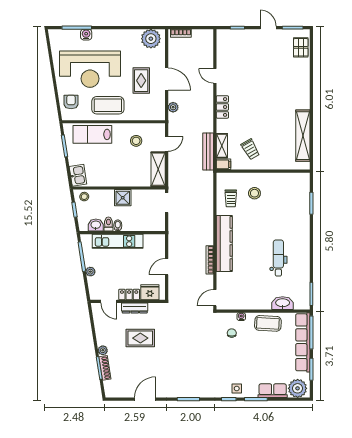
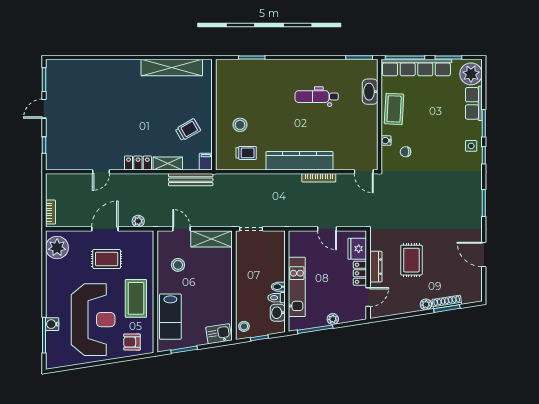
pallet: (301, 47) -> (67, 70), removed
shelving: (222, 146) -> (168, 163), moved
shower: (123, 198) -> (245, 281), removed

